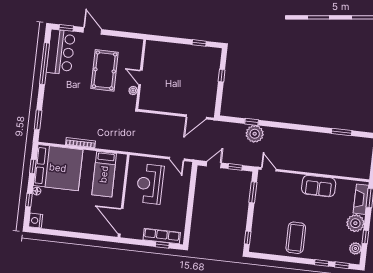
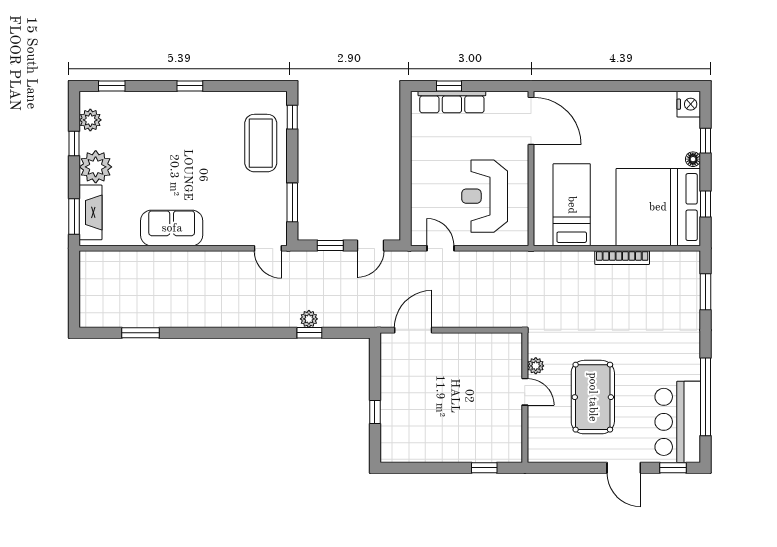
window: (199, 43) -> (484, 468), moved
plant: (255, 134) -> (309, 319), width x0.53, depth x0.53
reception desk: (150, 184) -> (485, 196), turned 180
coffee table: (296, 238) -> (261, 143), moved
window: (322, 263) -> (190, 86), moved

